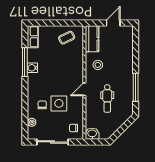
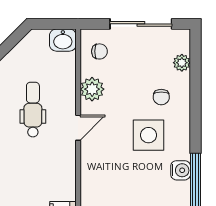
stool: (98, 65) -> (52, 176), removed
side table: (59, 103) -> (149, 135), moved
plant: (77, 109) -> (92, 89), added

